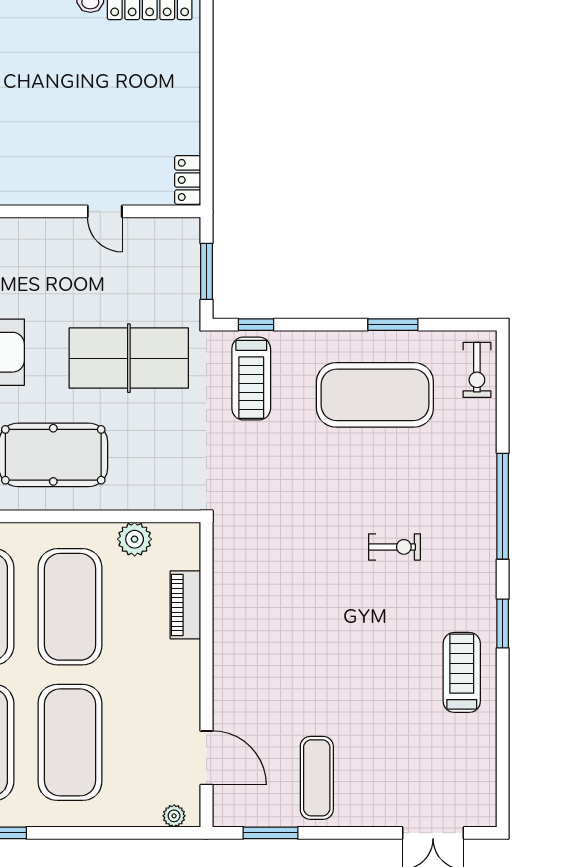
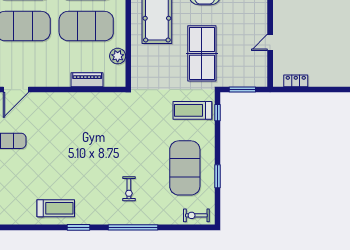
locker: (188, 180) -> (296, 81), moved
exercise bike: (395, 547) -> (129, 189), moved

